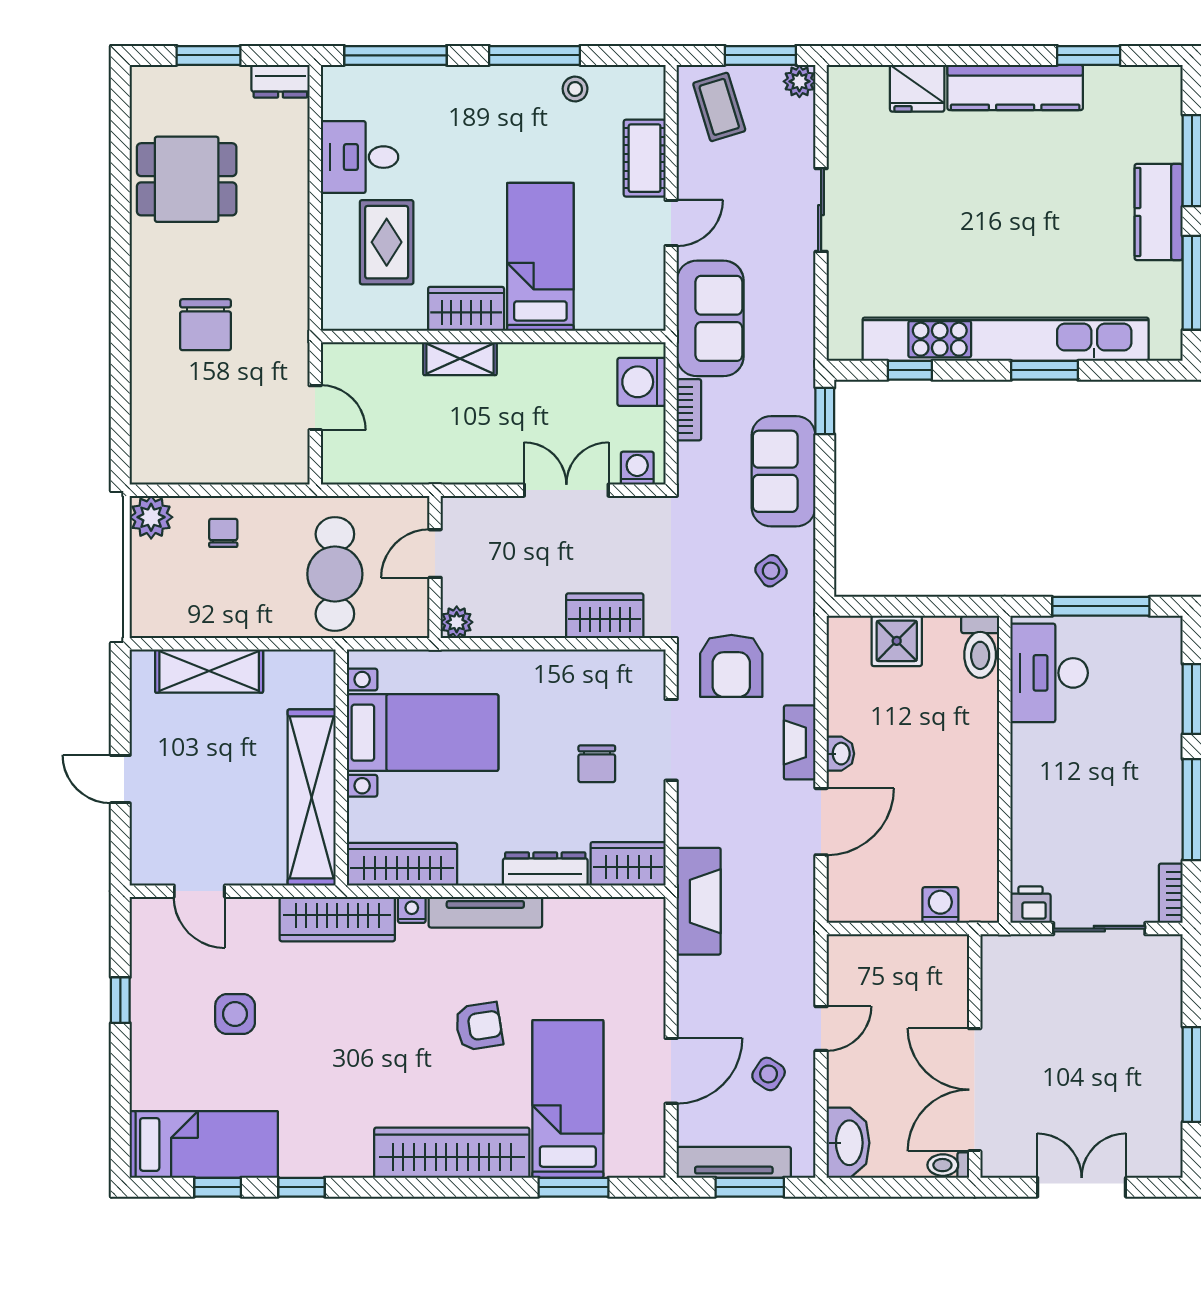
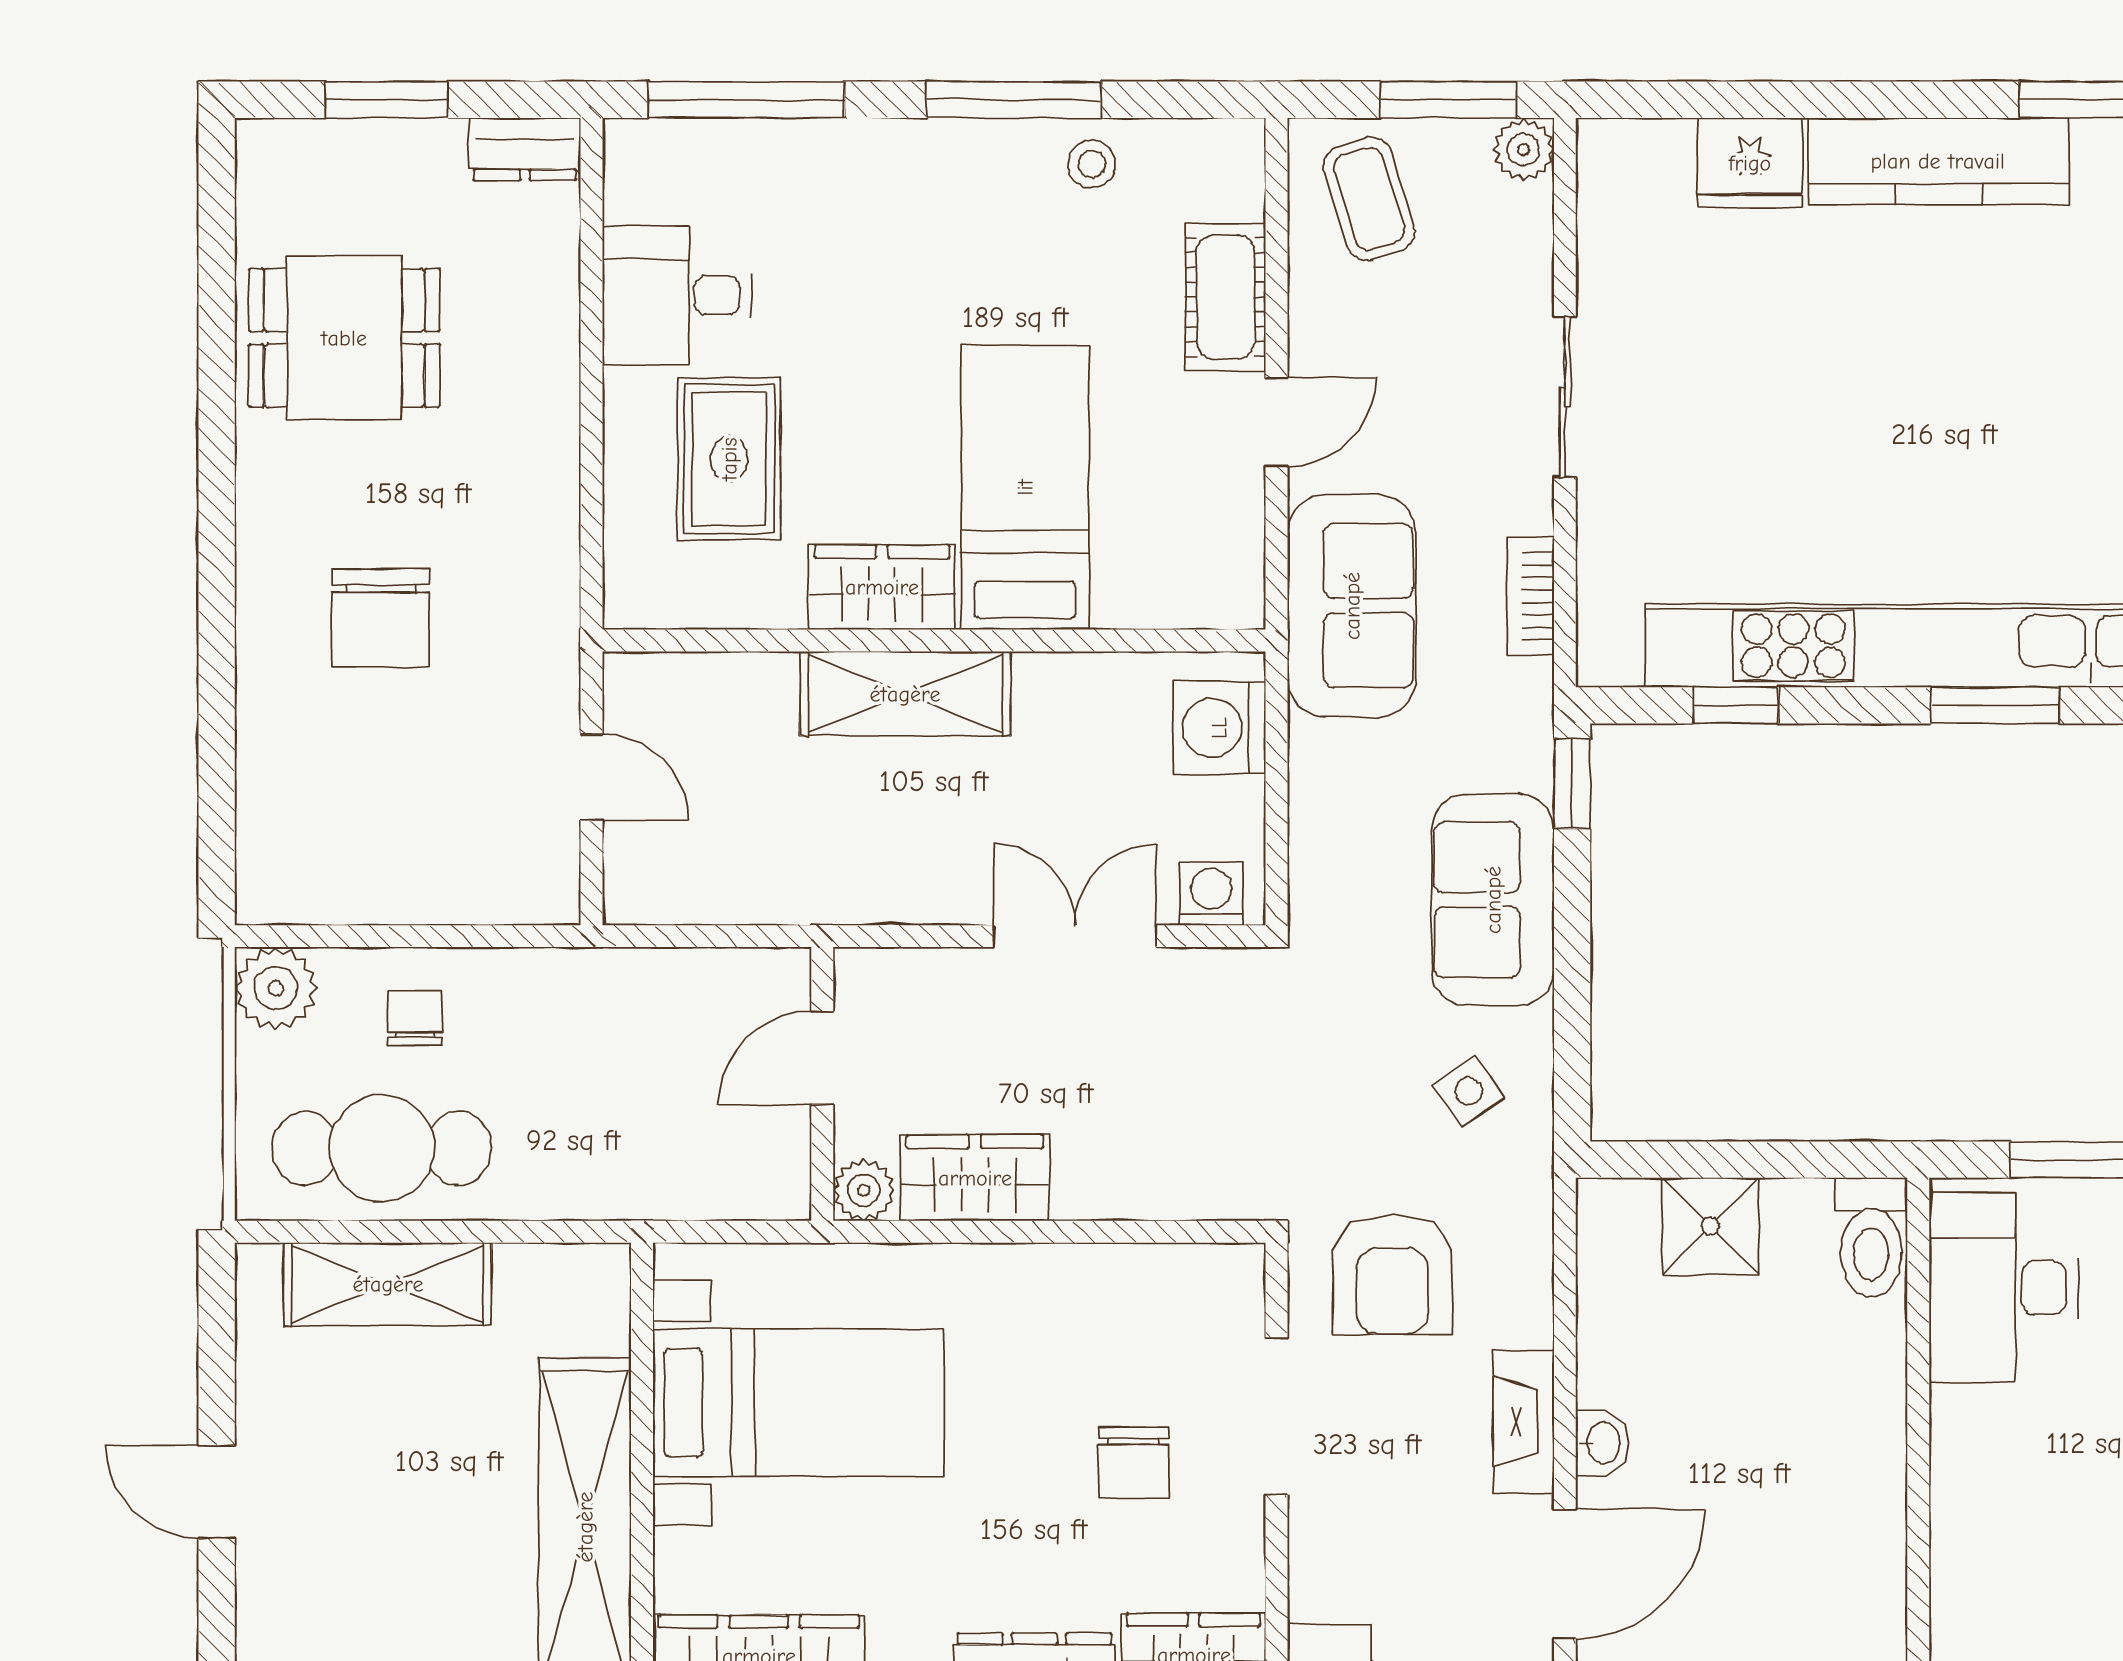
shelving: (460, 359) -> (905, 694), width x1.50, depth x1.33
bookcase: (689, 410) -> (1531, 596), moved, turned 180
cafe table: (335, 574) -> (382, 1148), moved, turned 90
wardrobe: (605, 616) -> (975, 1178), moved

